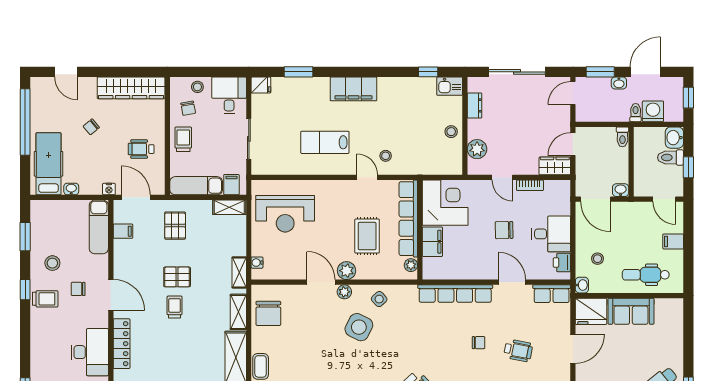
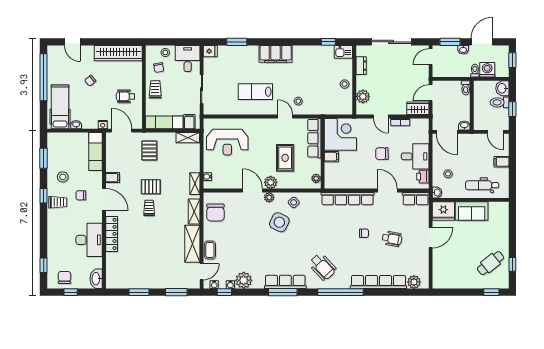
row of seats: (408, 219) -> (314, 138), width x0.73
filing cabinet: (123, 231) -> (113, 178), moved
filing cabinet: (432, 242) -> (331, 157), width x0.50

